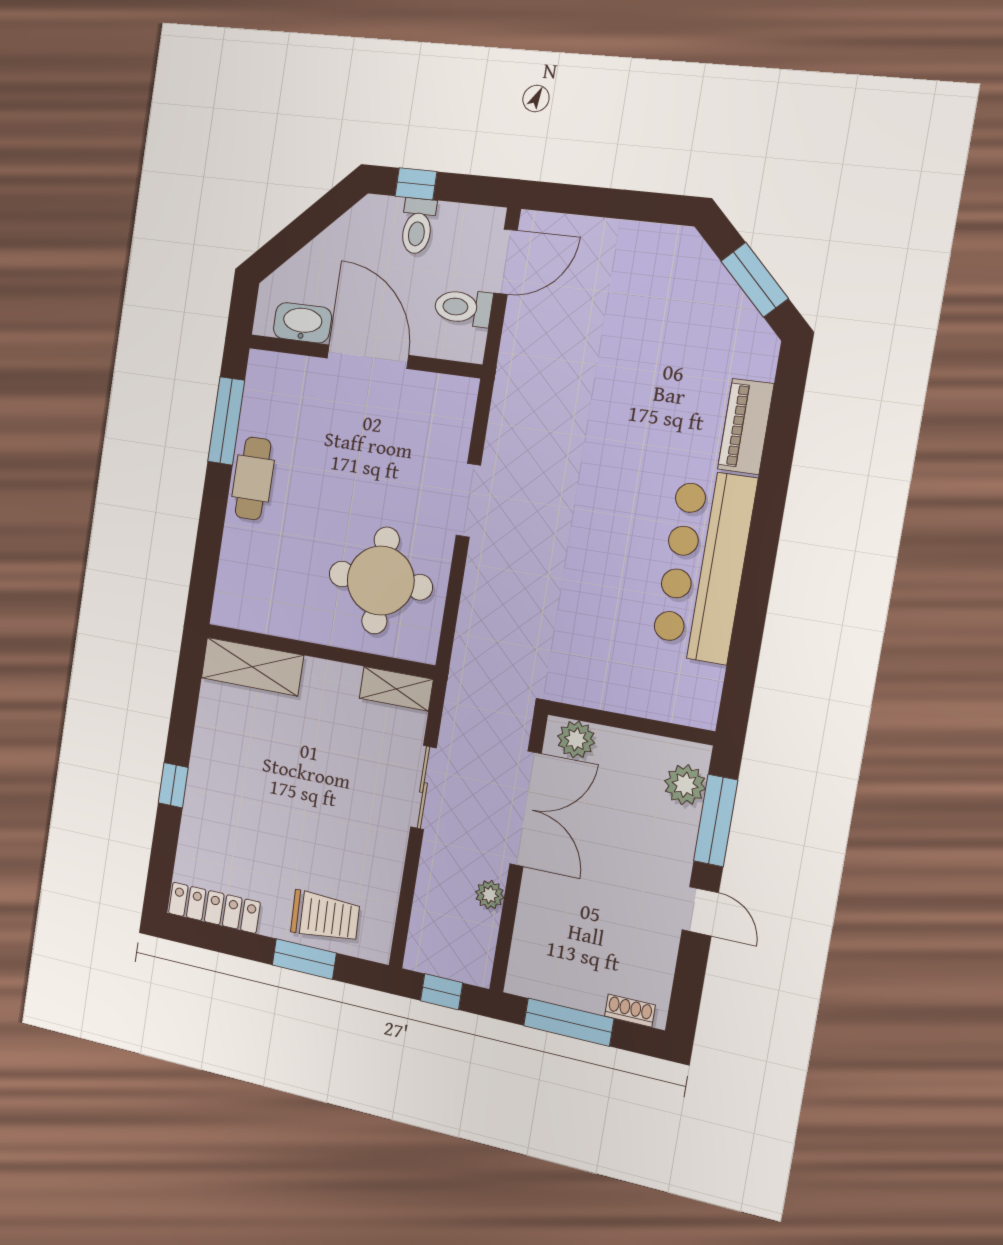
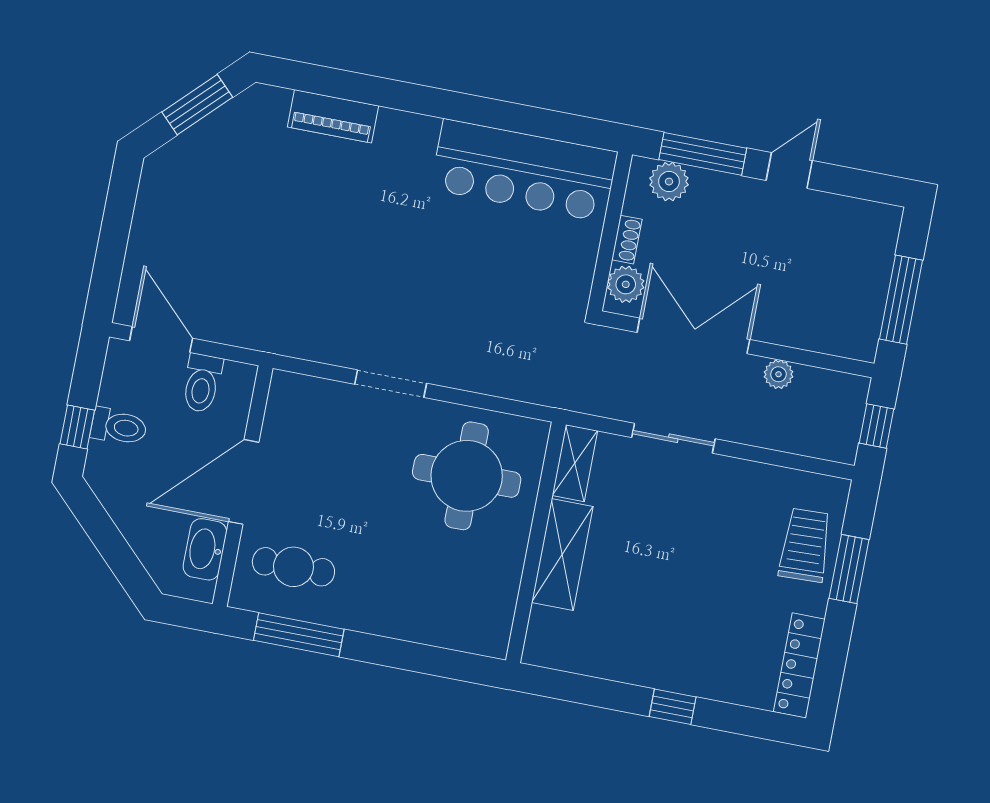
cafe table: (253, 478) -> (293, 567), moved
bar counter: (704, 566) -> (524, 171), moved
shelving: (252, 667) -> (562, 554), moved
shoe rack: (630, 1011) -> (627, 240), moved, turned 180

